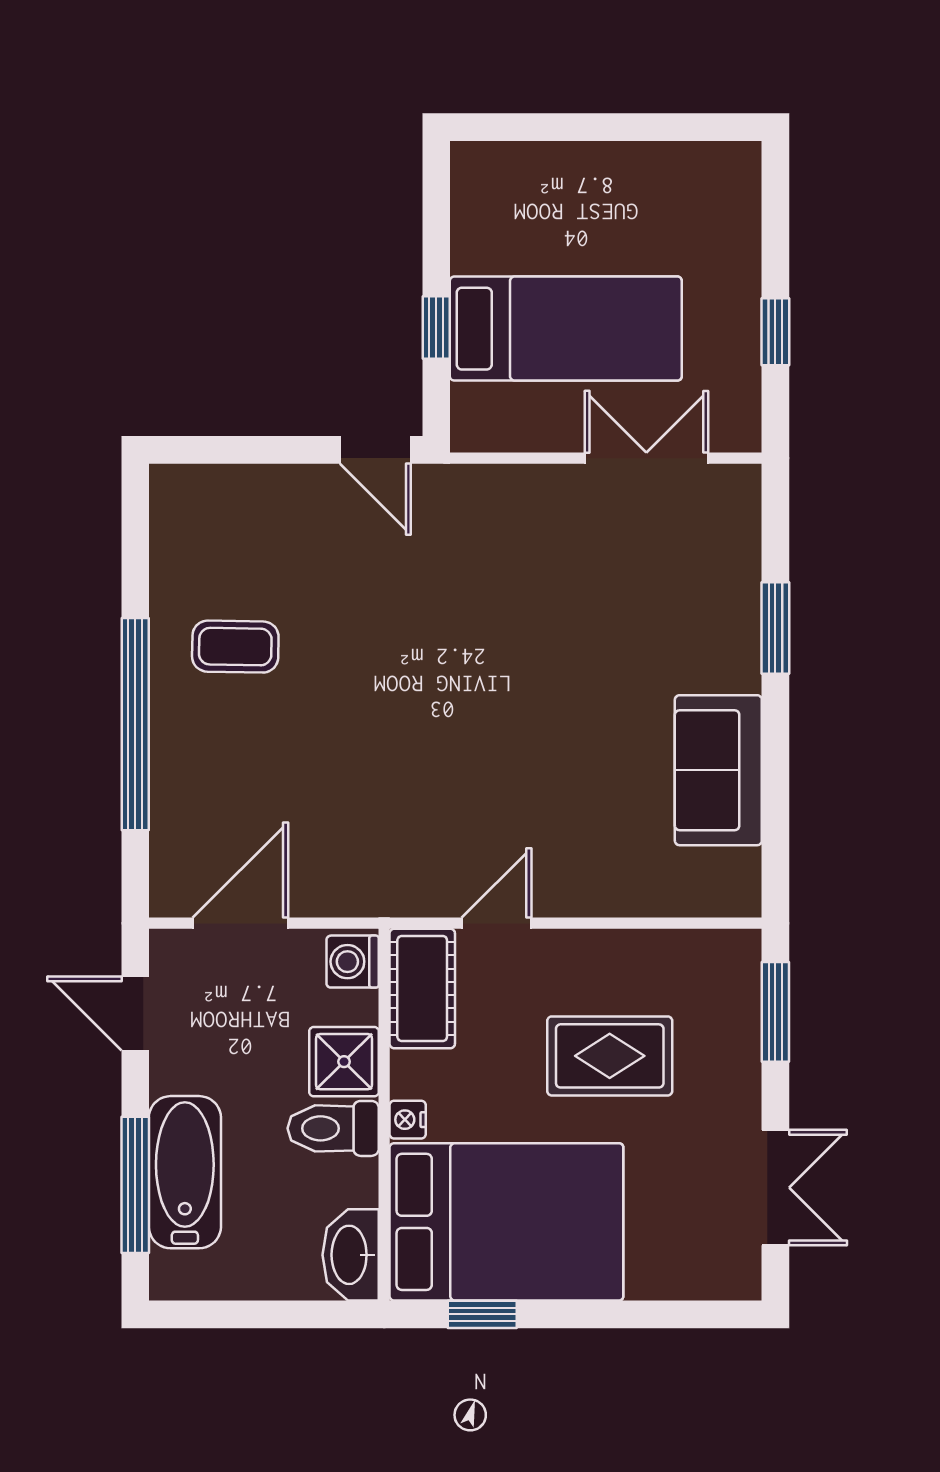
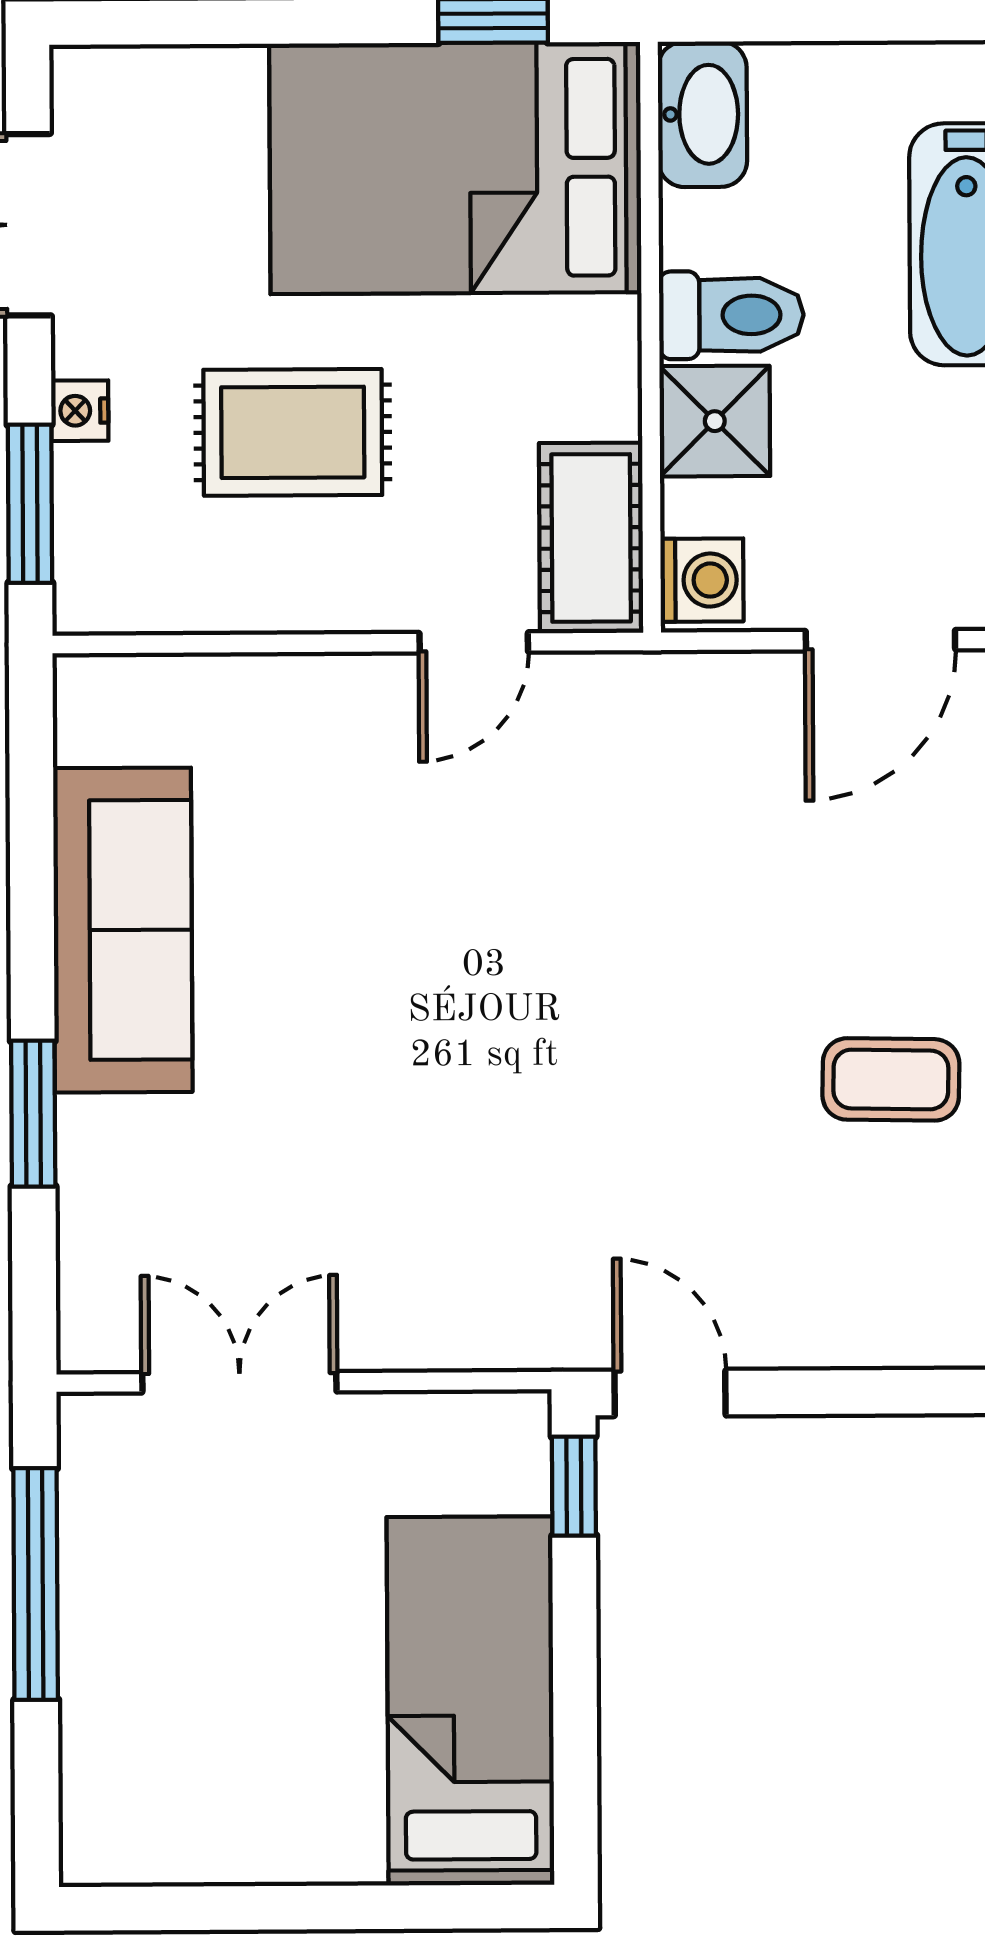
window: (436, 327) -> (574, 1486), moved
bed: (566, 329) -> (470, 1701), moved, turned 90
window: (775, 332) -> (36, 1584), width x2.17
double door: (646, 458) -> (239, 1382), swing flipped
sofa: (718, 770) -> (123, 930), width x1.36
nightstand: (408, 1120) -> (80, 411), moved, turned 180

